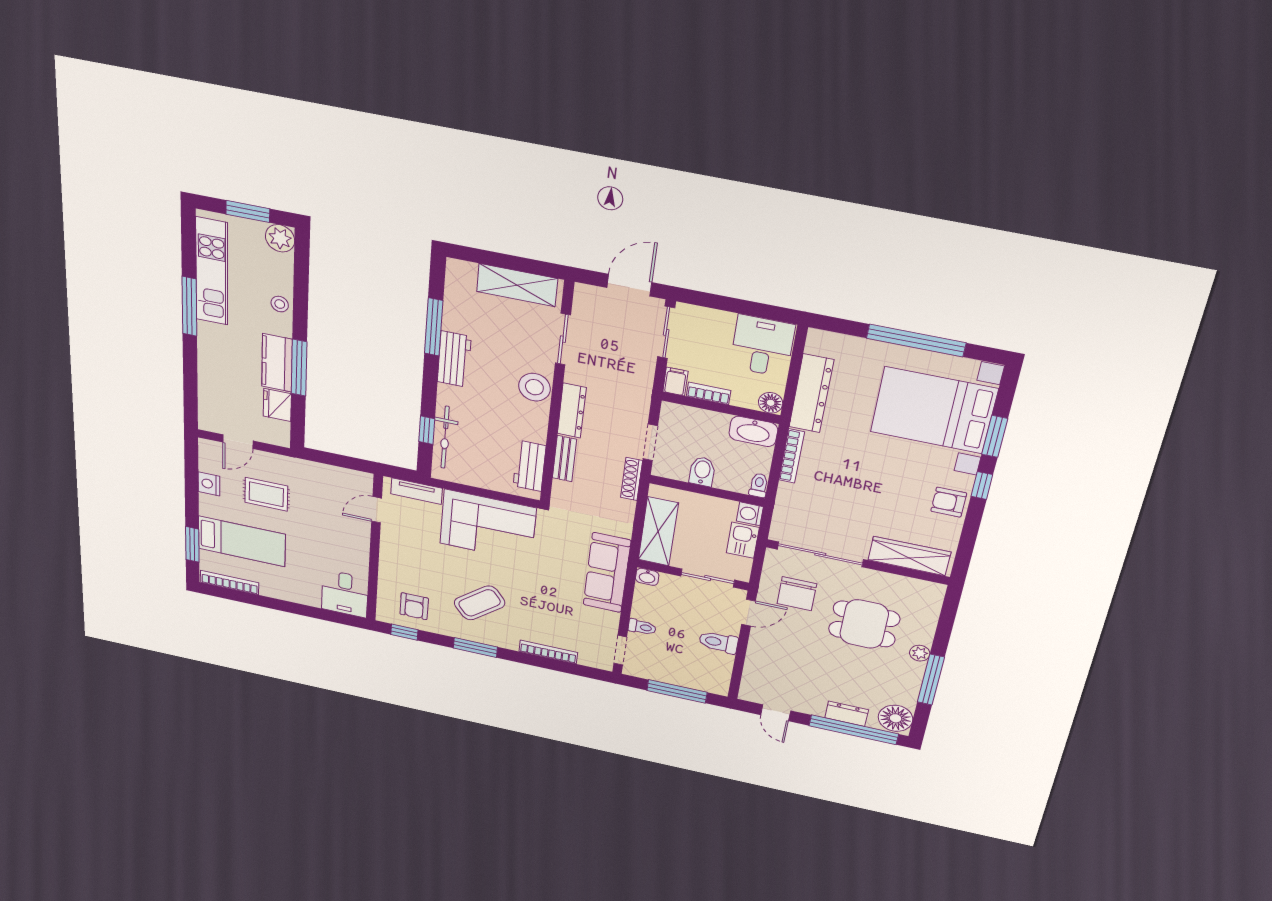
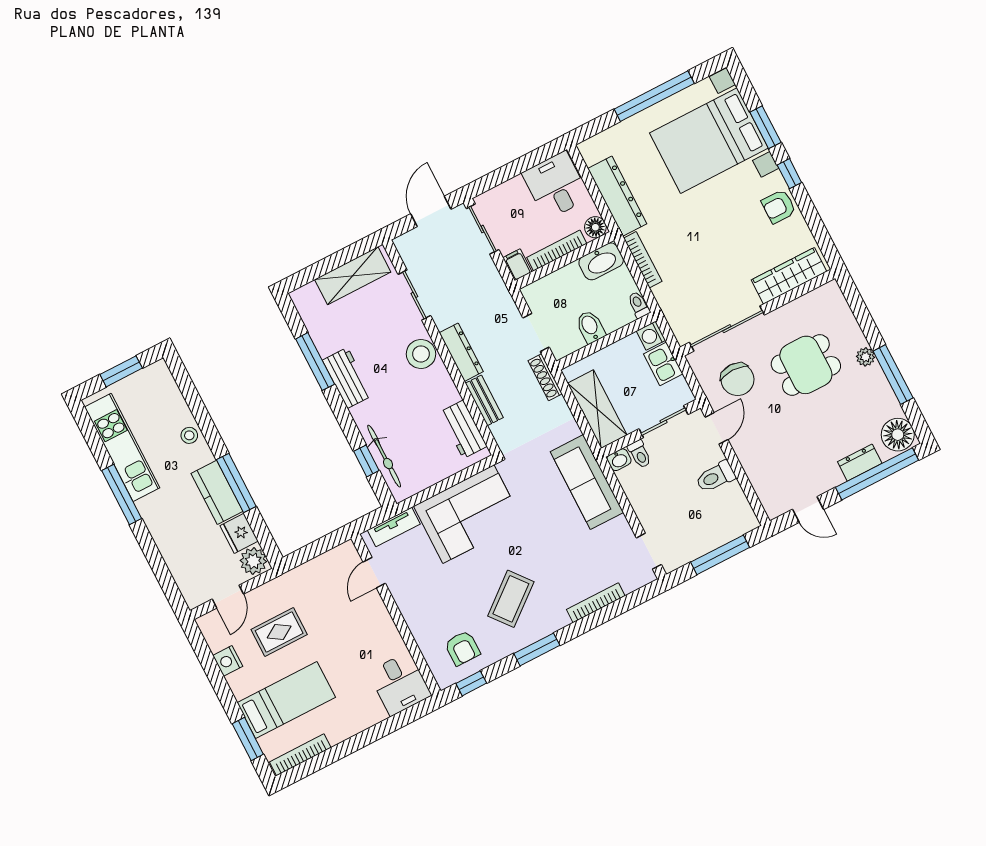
plant: (280, 238) -> (253, 561), moved
bookcase: (709, 393) -> (557, 250), width x1.56
toilet: (642, 627) -> (640, 454), moved, turned 90

